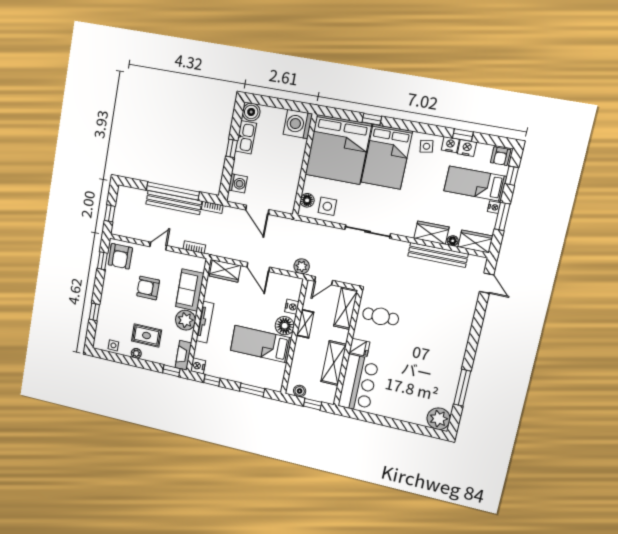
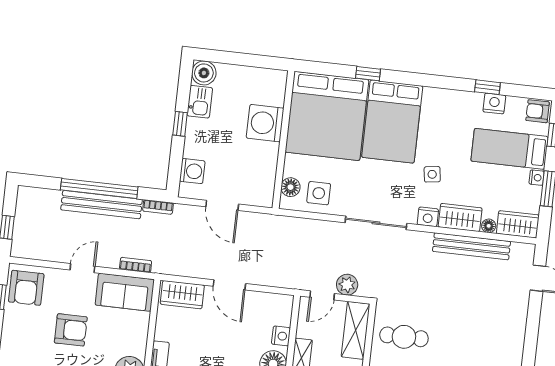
washing machine: (298, 124) -> (265, 123), moved
kitchen sink: (246, 137) -> (200, 102), width x0.73
nightstand: (450, 145) -> (428, 217), moved, turned 180
side table: (426, 146) -> (432, 174), moved
armchair: (501, 156) -> (538, 111), turned 90
plant: (302, 266) -> (347, 285), moved
armchair: (148, 288) -> (71, 330), turned 180
sofa: (190, 290) -> (125, 292), moved, turned -90

